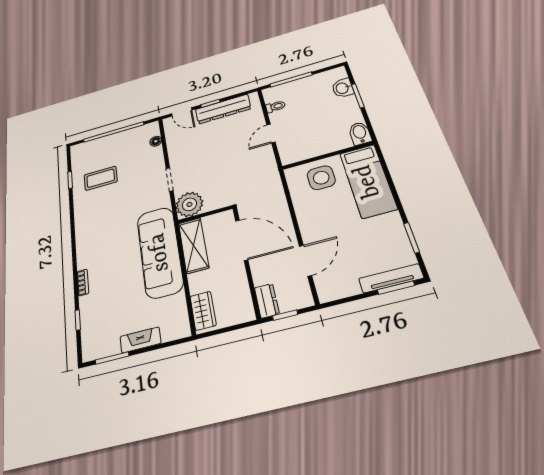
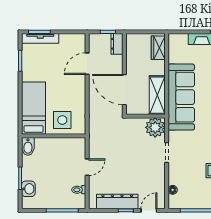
door: (182, 112) -> (149, 210), hinge flipped

